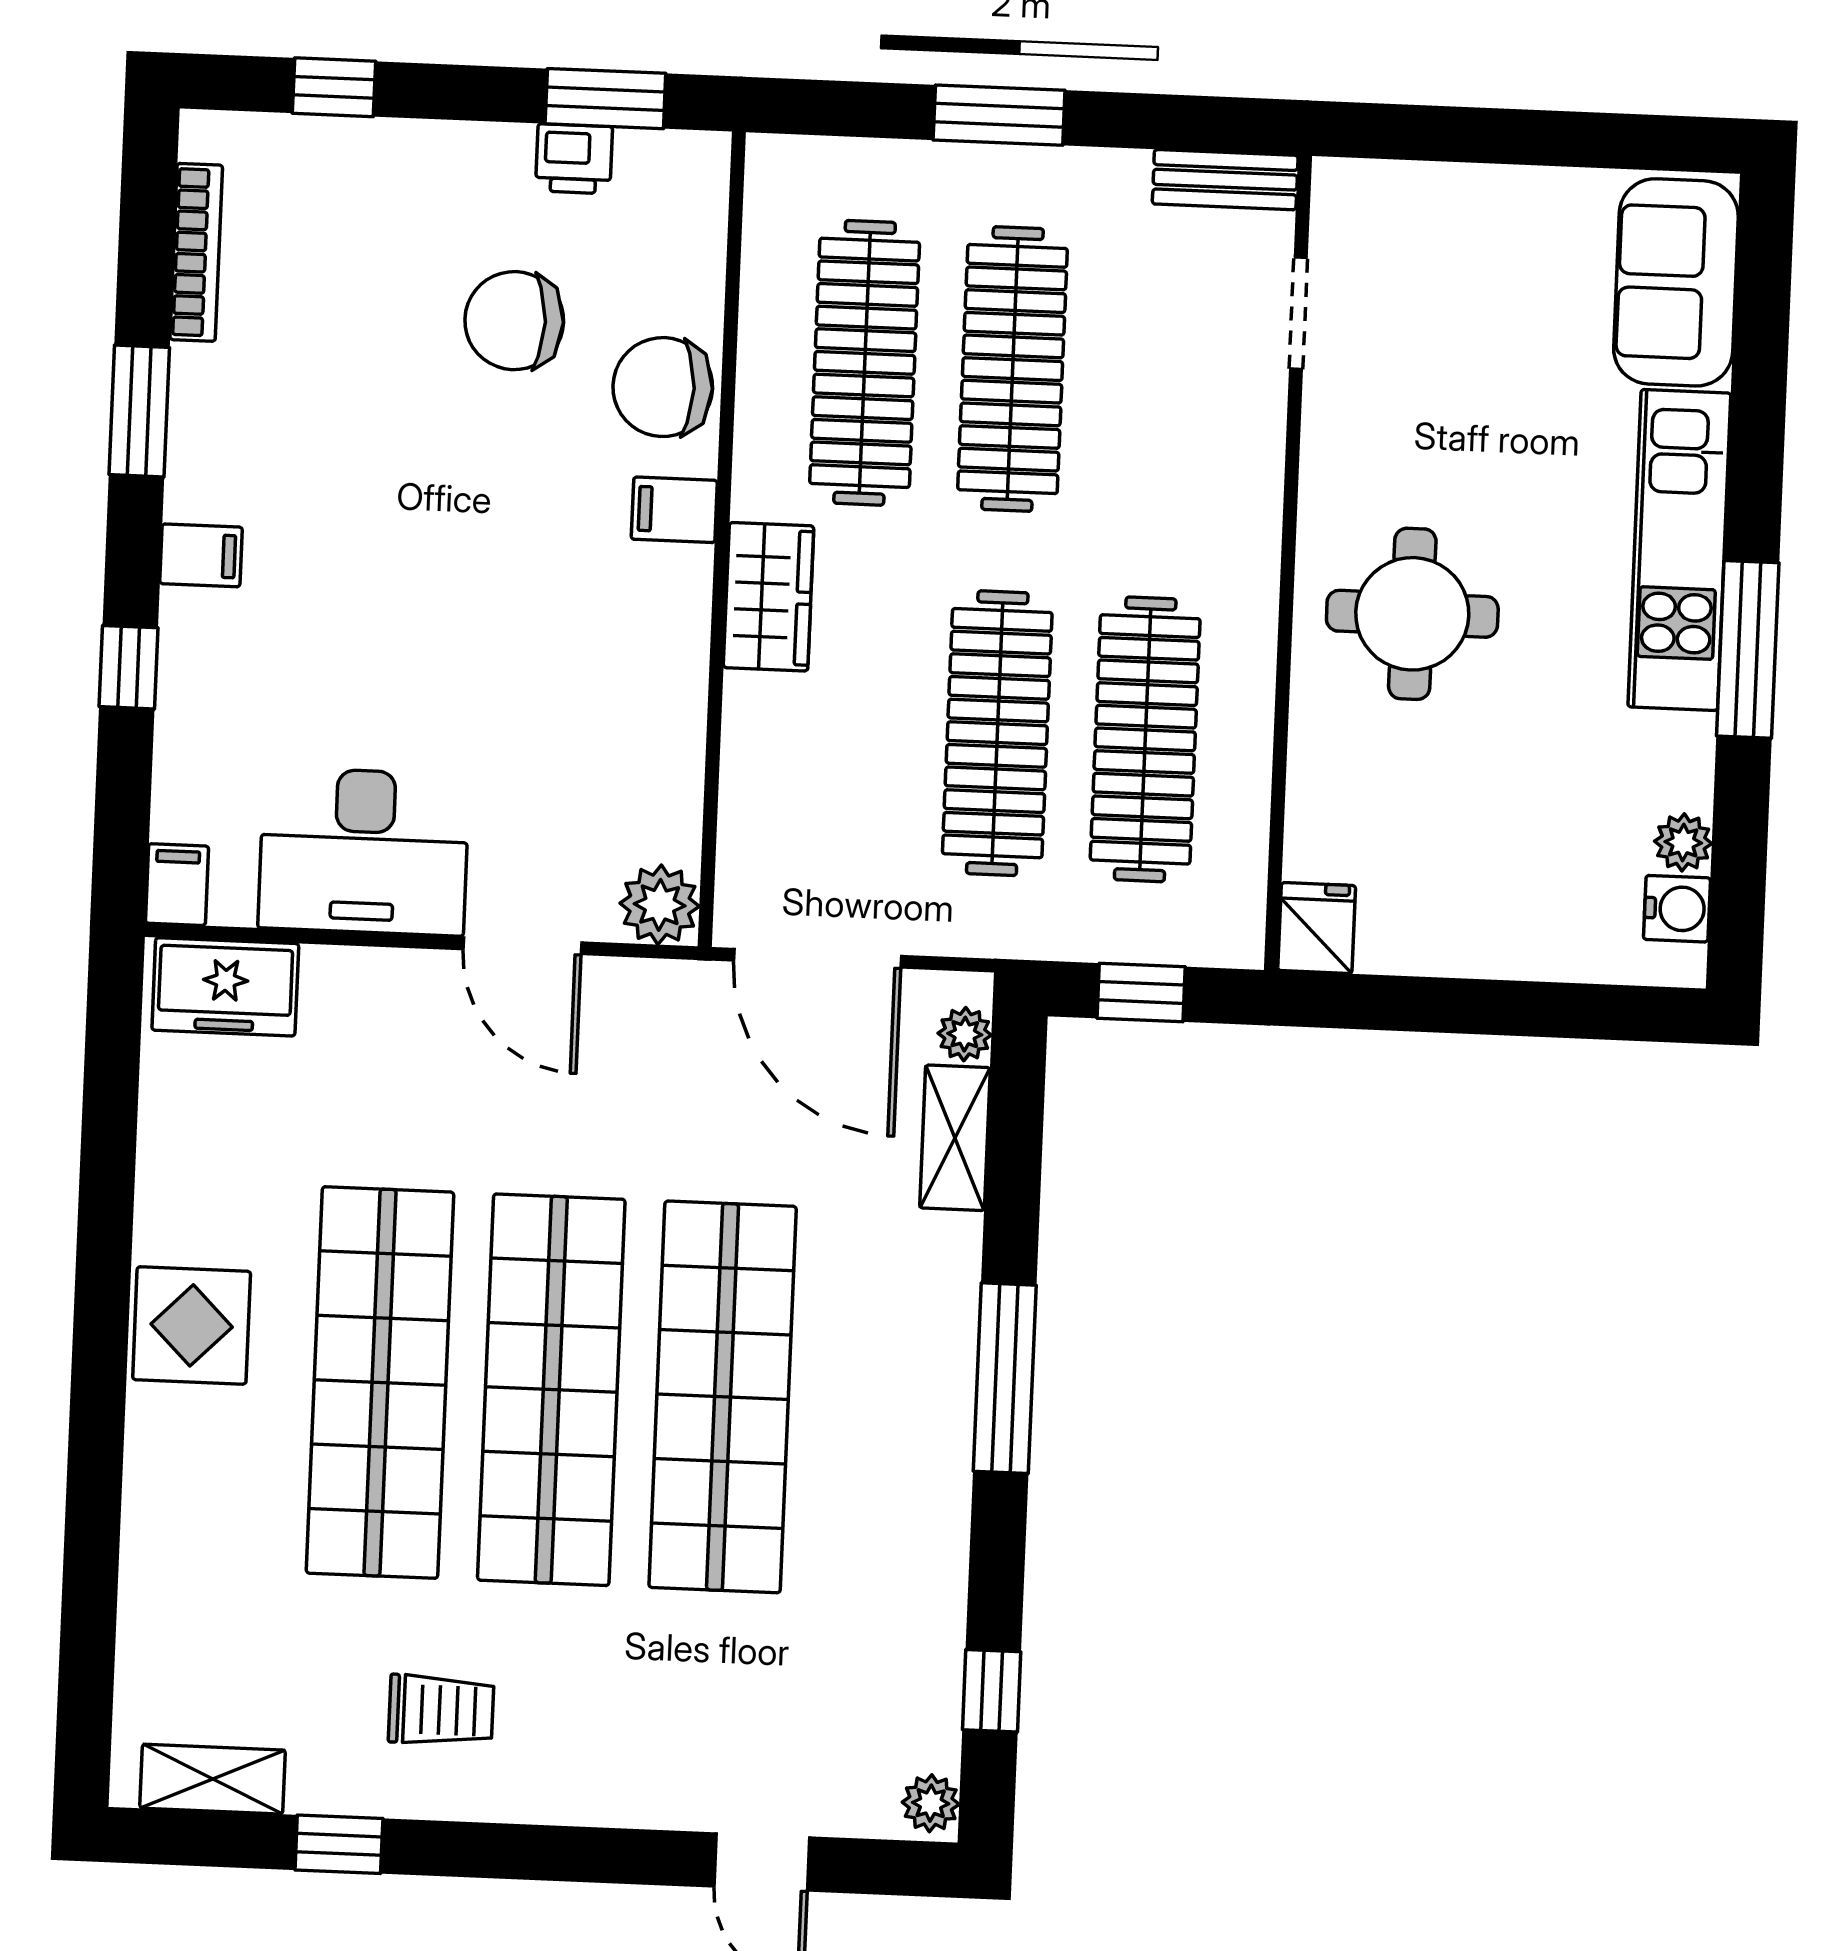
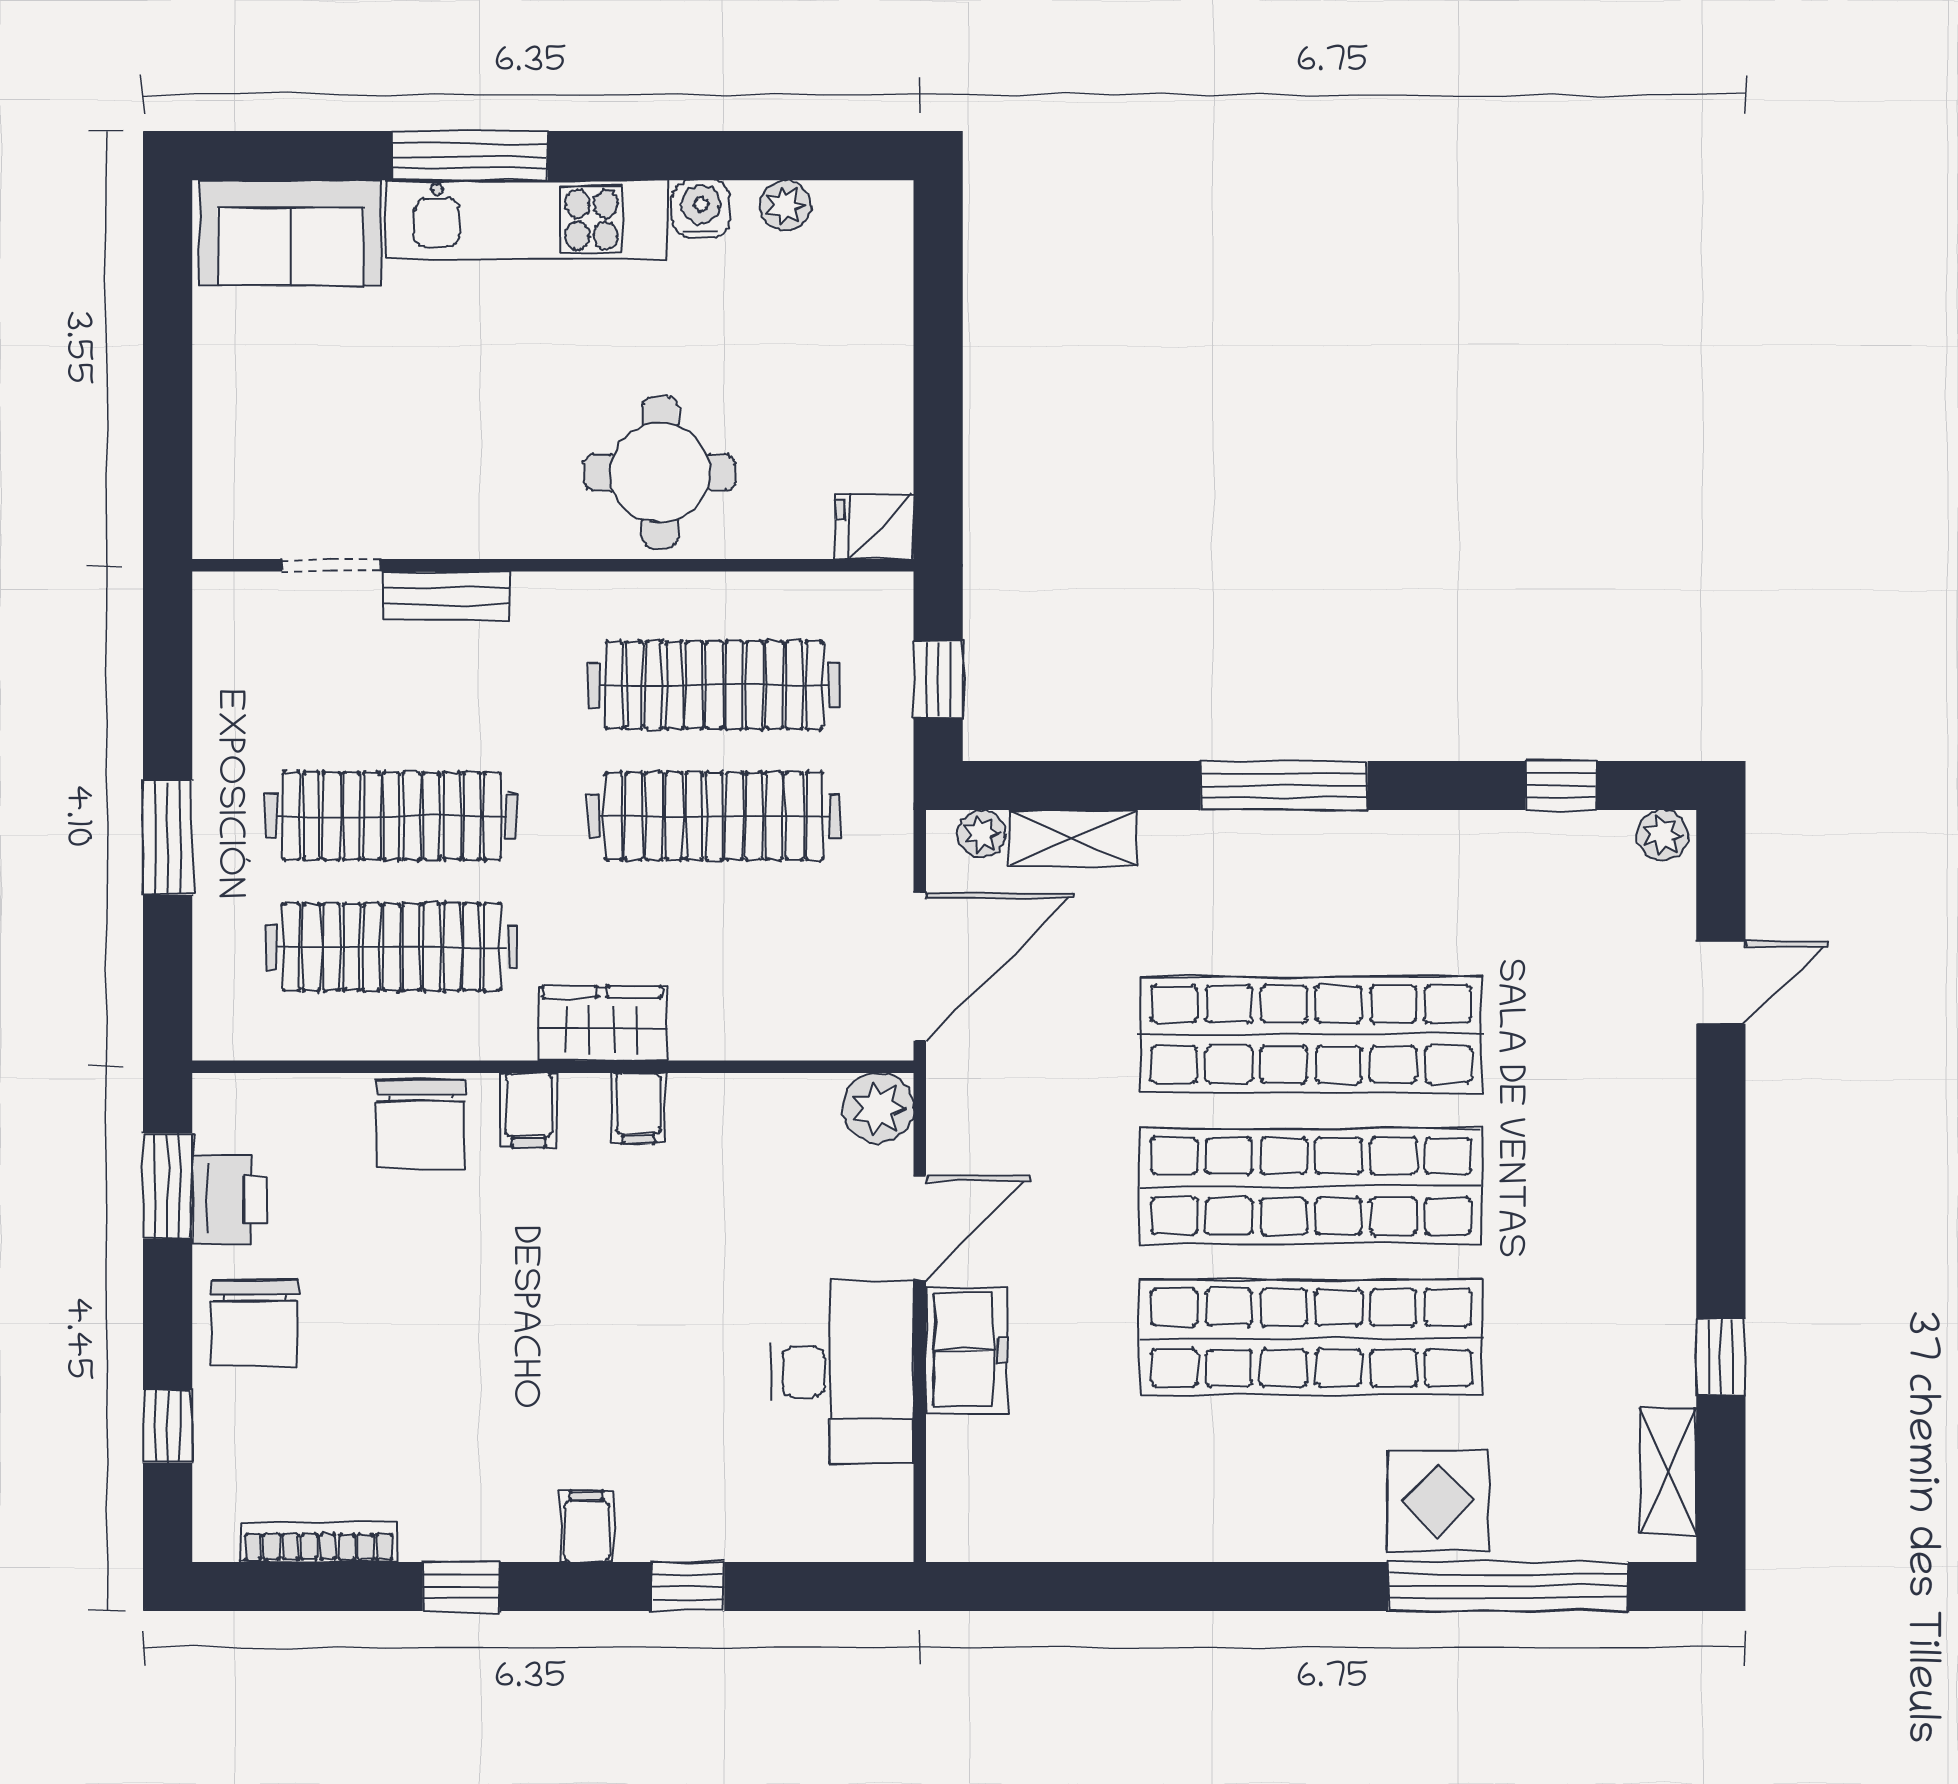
printer: (574, 159) -> (229, 1200), width x1.36, depth x1.24
bench: (1225, 180) -> (447, 596), moved, turned 90
chair: (514, 321) -> (255, 1324), moved
window: (139, 411) -> (461, 1586), width x0.67
round table: (1412, 614) -> (660, 472), moved
window: (1748, 649) -> (470, 156), moved
filing cabinet: (177, 885) -> (638, 1108), moved, turned -90
water cooler: (1677, 909) -> (701, 209), moved
freezer: (225, 987) -> (967, 1350), moved
display table: (192, 1325) -> (1438, 1501), moved
window: (90, 1593) -> (1508, 1586), added
trolley: (441, 1710) -> (1598, 1271), removed

